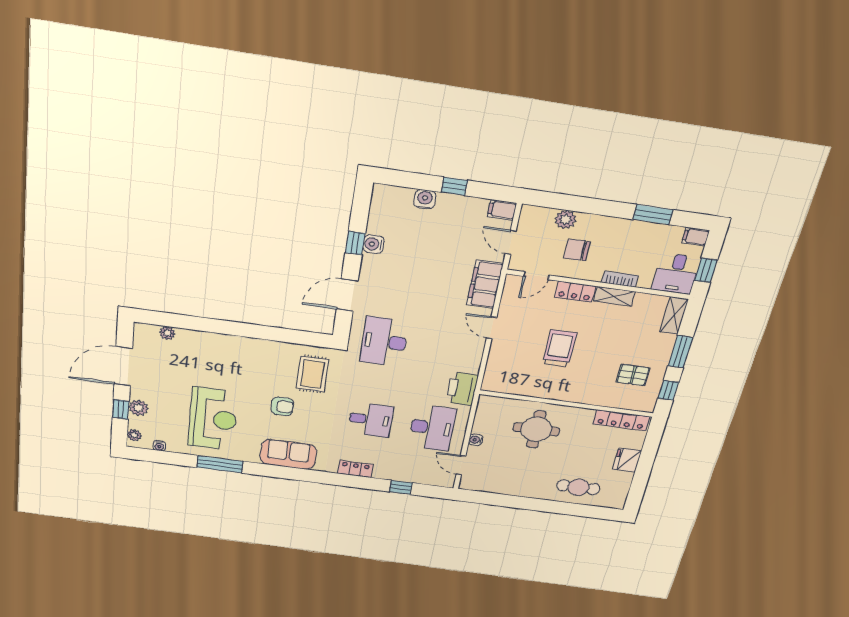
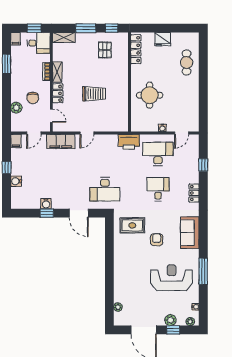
trolley: (560, 348) -> (94, 94), turned 180

